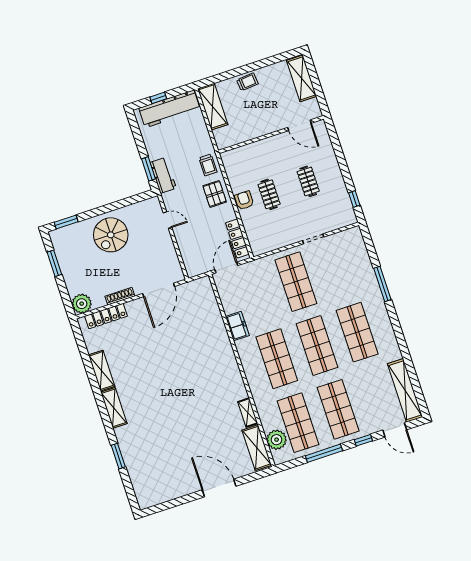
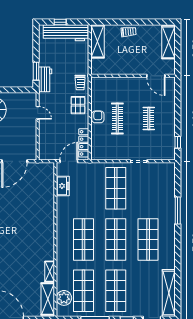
clothes rail: (269, 194) -> (117, 119), width x1.36
freezer: (237, 326) -> (63, 186), moved

